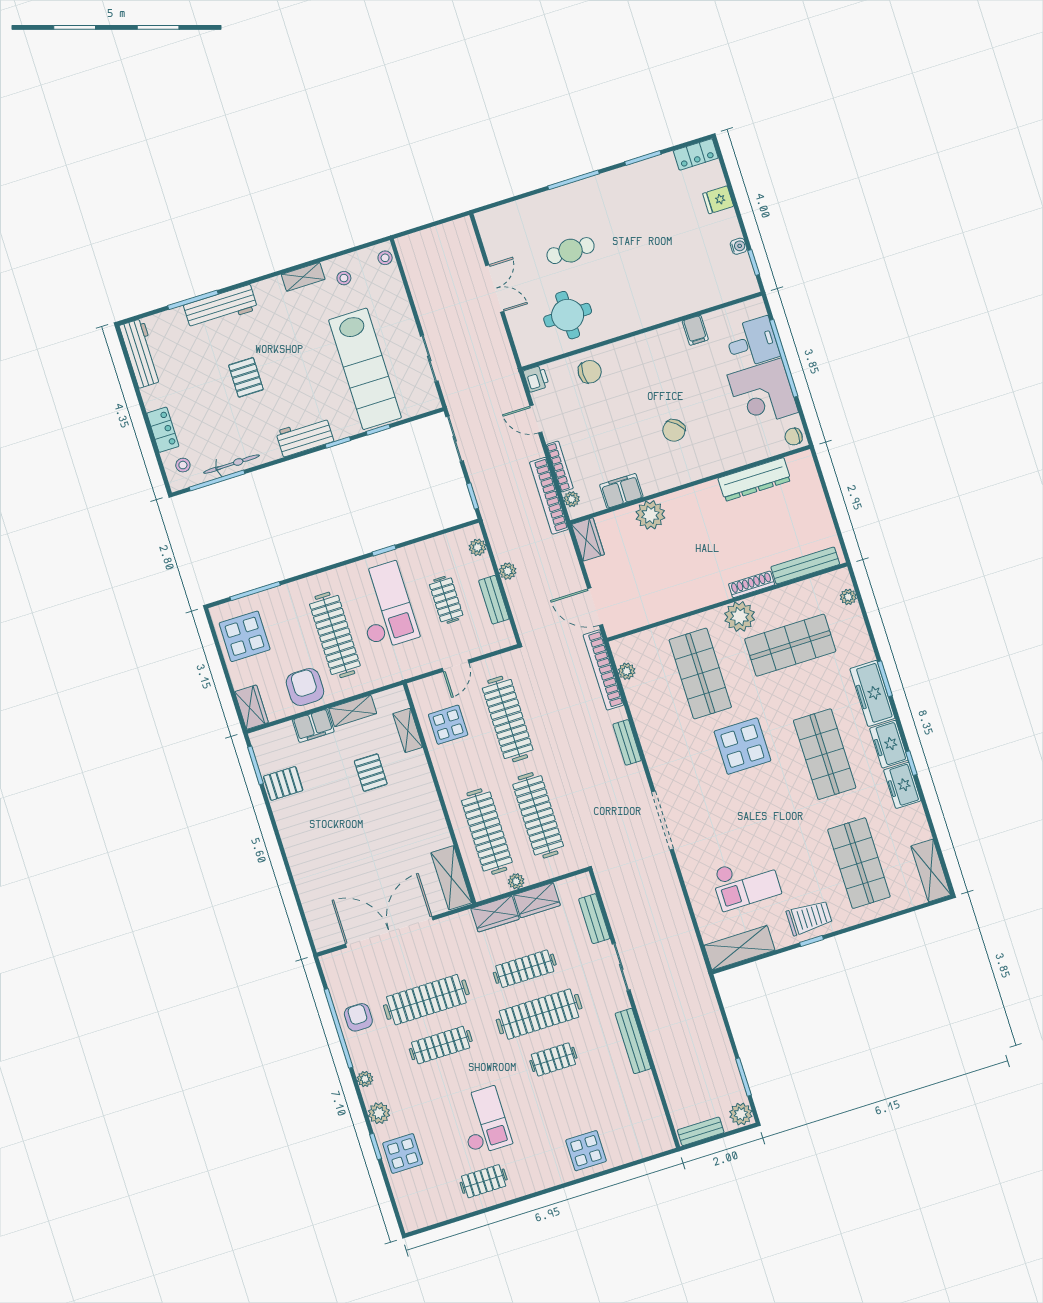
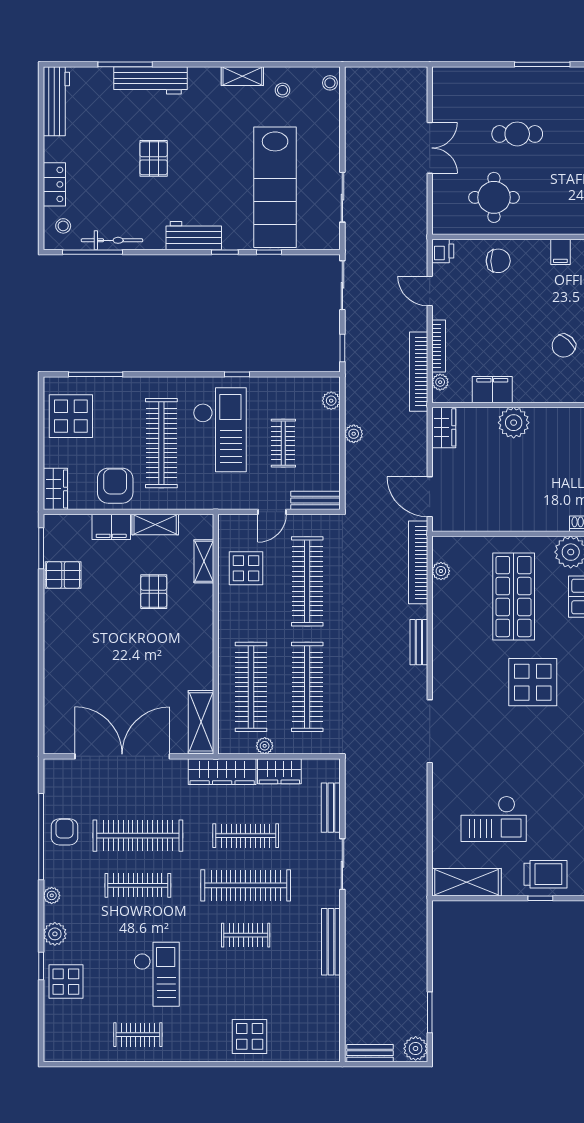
filing cabinet: (644, 346) -> (560, 252), added
bench: (494, 600) -> (315, 500), moved, turned 90
wardrobe: (495, 914) -> (222, 772), width x1.50

